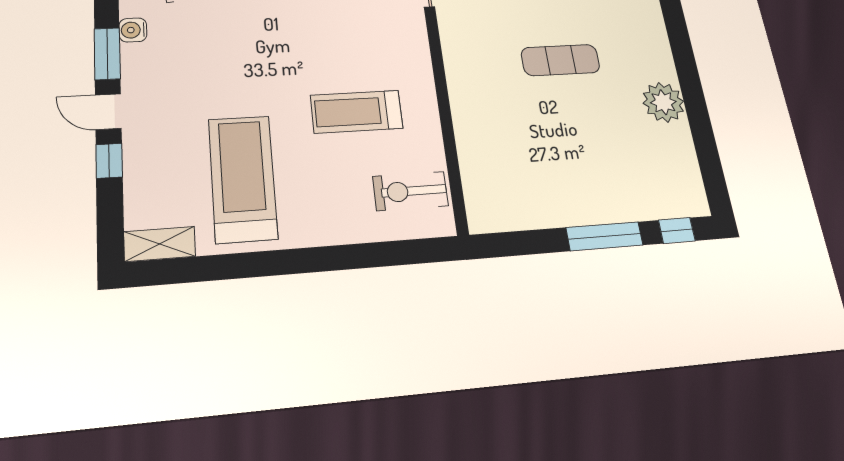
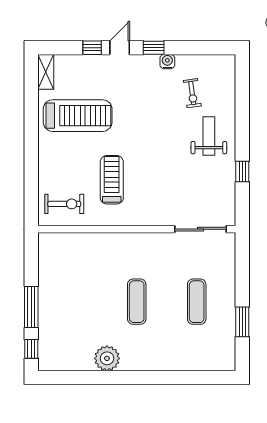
window: (107, 54) -> (154, 48), width x0.67
exercise bike: (410, 191) -> (64, 204), turned 90

